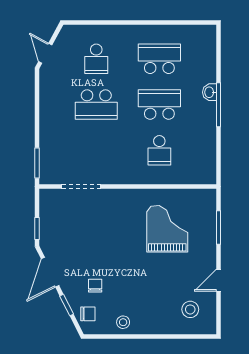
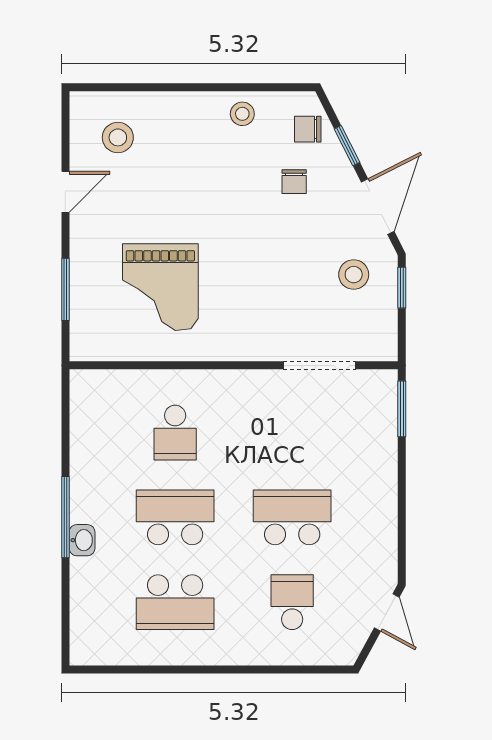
school desk: (159, 105) -> (175, 517), turned 180
school desk: (159, 150) -> (175, 433), turned 180
stool: (63, 236) -> (354, 275), added

